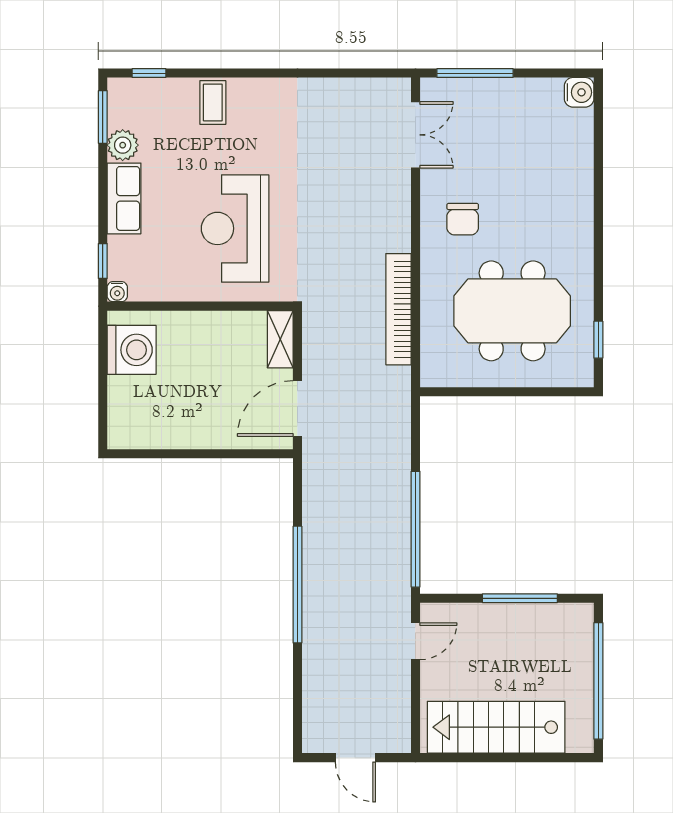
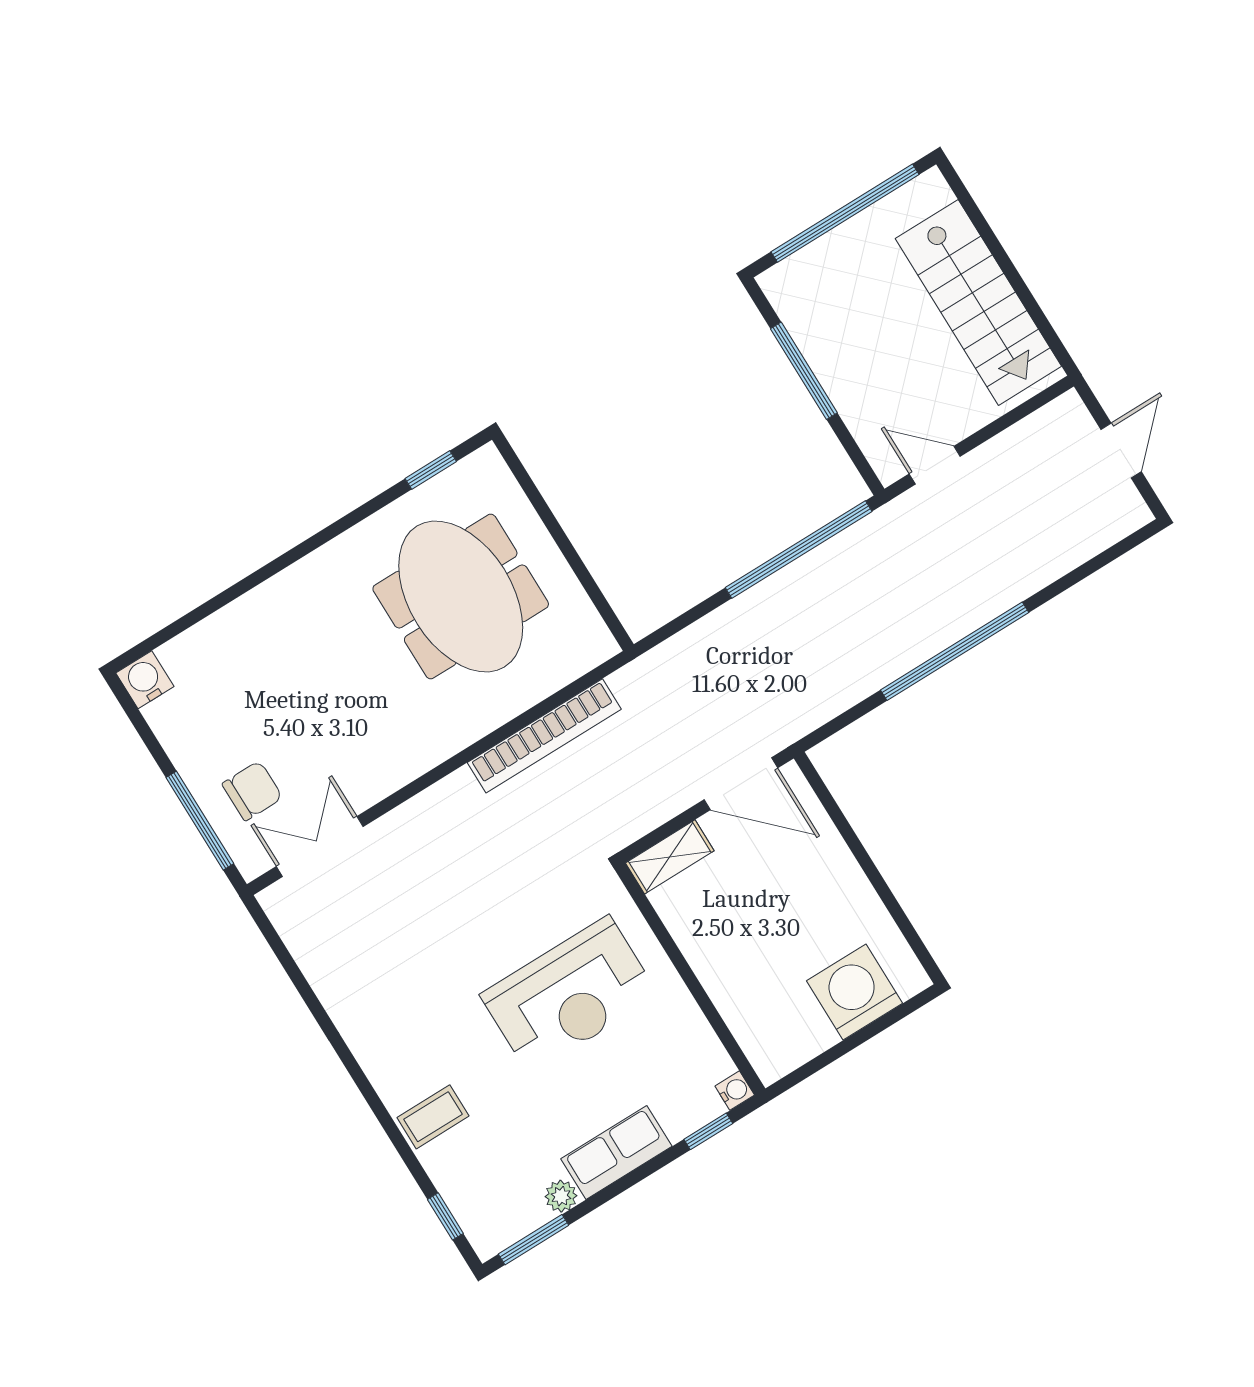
plant: (123, 145) -> (561, 1196), width x0.73, depth x0.73
chair: (463, 219) -> (252, 791), moved
washing machine: (132, 350) -> (855, 992), moved

